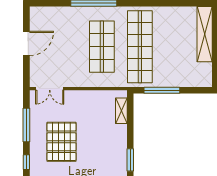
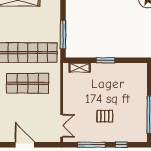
pallet: (62, 142) -> (105, 116), width x0.49, depth x0.50
window: (130, 160) -> (106, 60), moved

